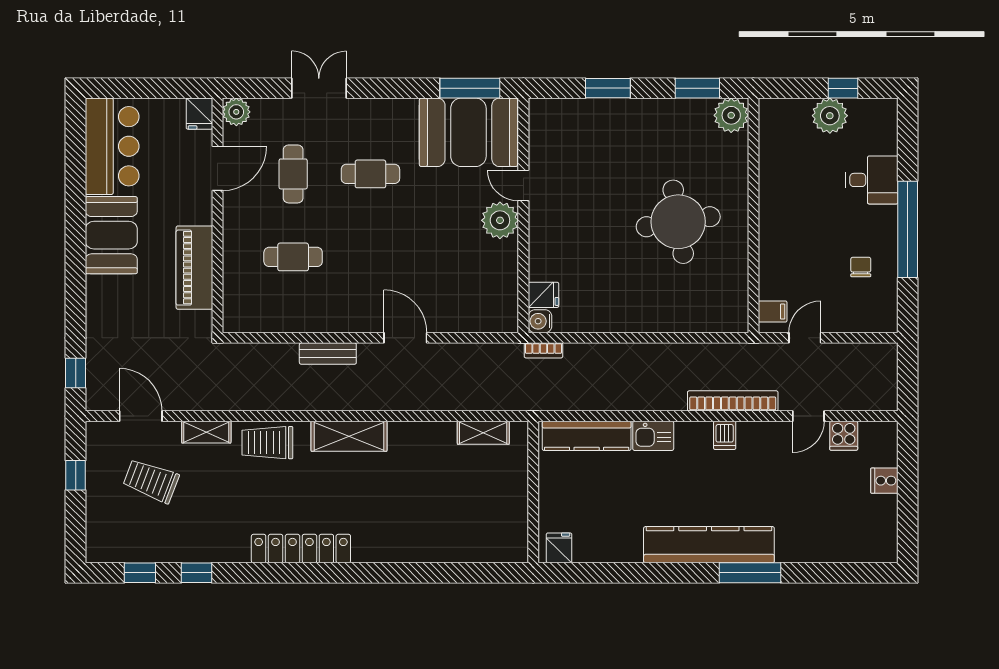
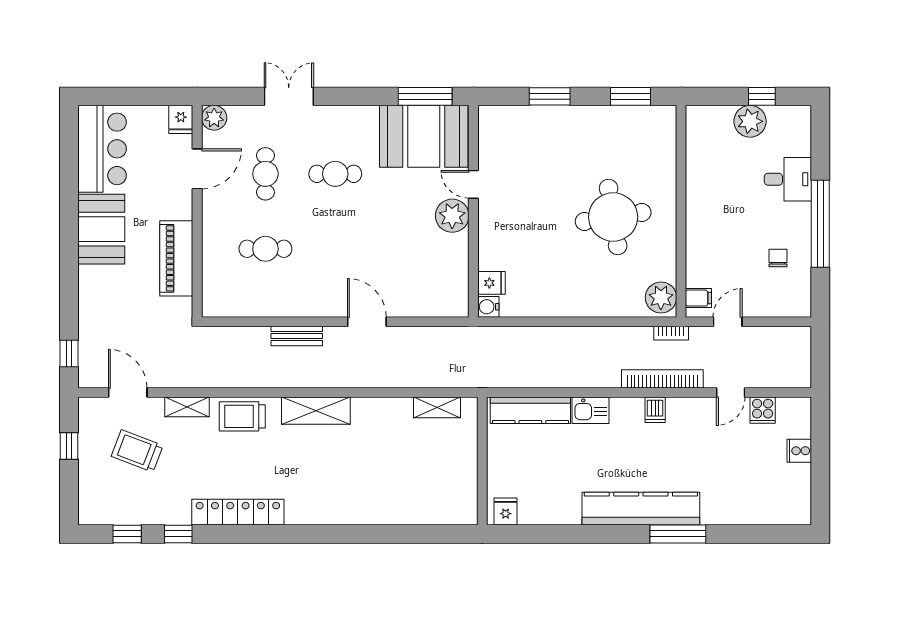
plant: (731, 115) -> (661, 297), moved
bookcase: (543, 350) -> (671, 333), moved
locker: (301, 549) -> (238, 512), moved

